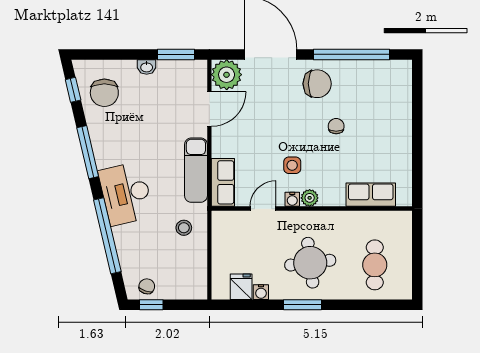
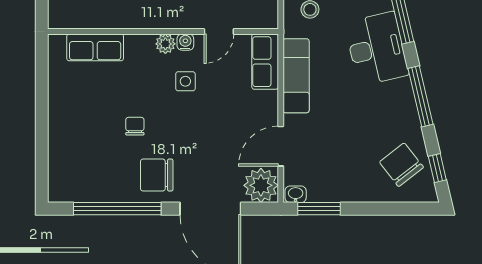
washbasin: (147, 67) -> (296, 194), moved
chair: (104, 93) -> (401, 165), turned -38
chair: (336, 126) -> (135, 126), turned 180

